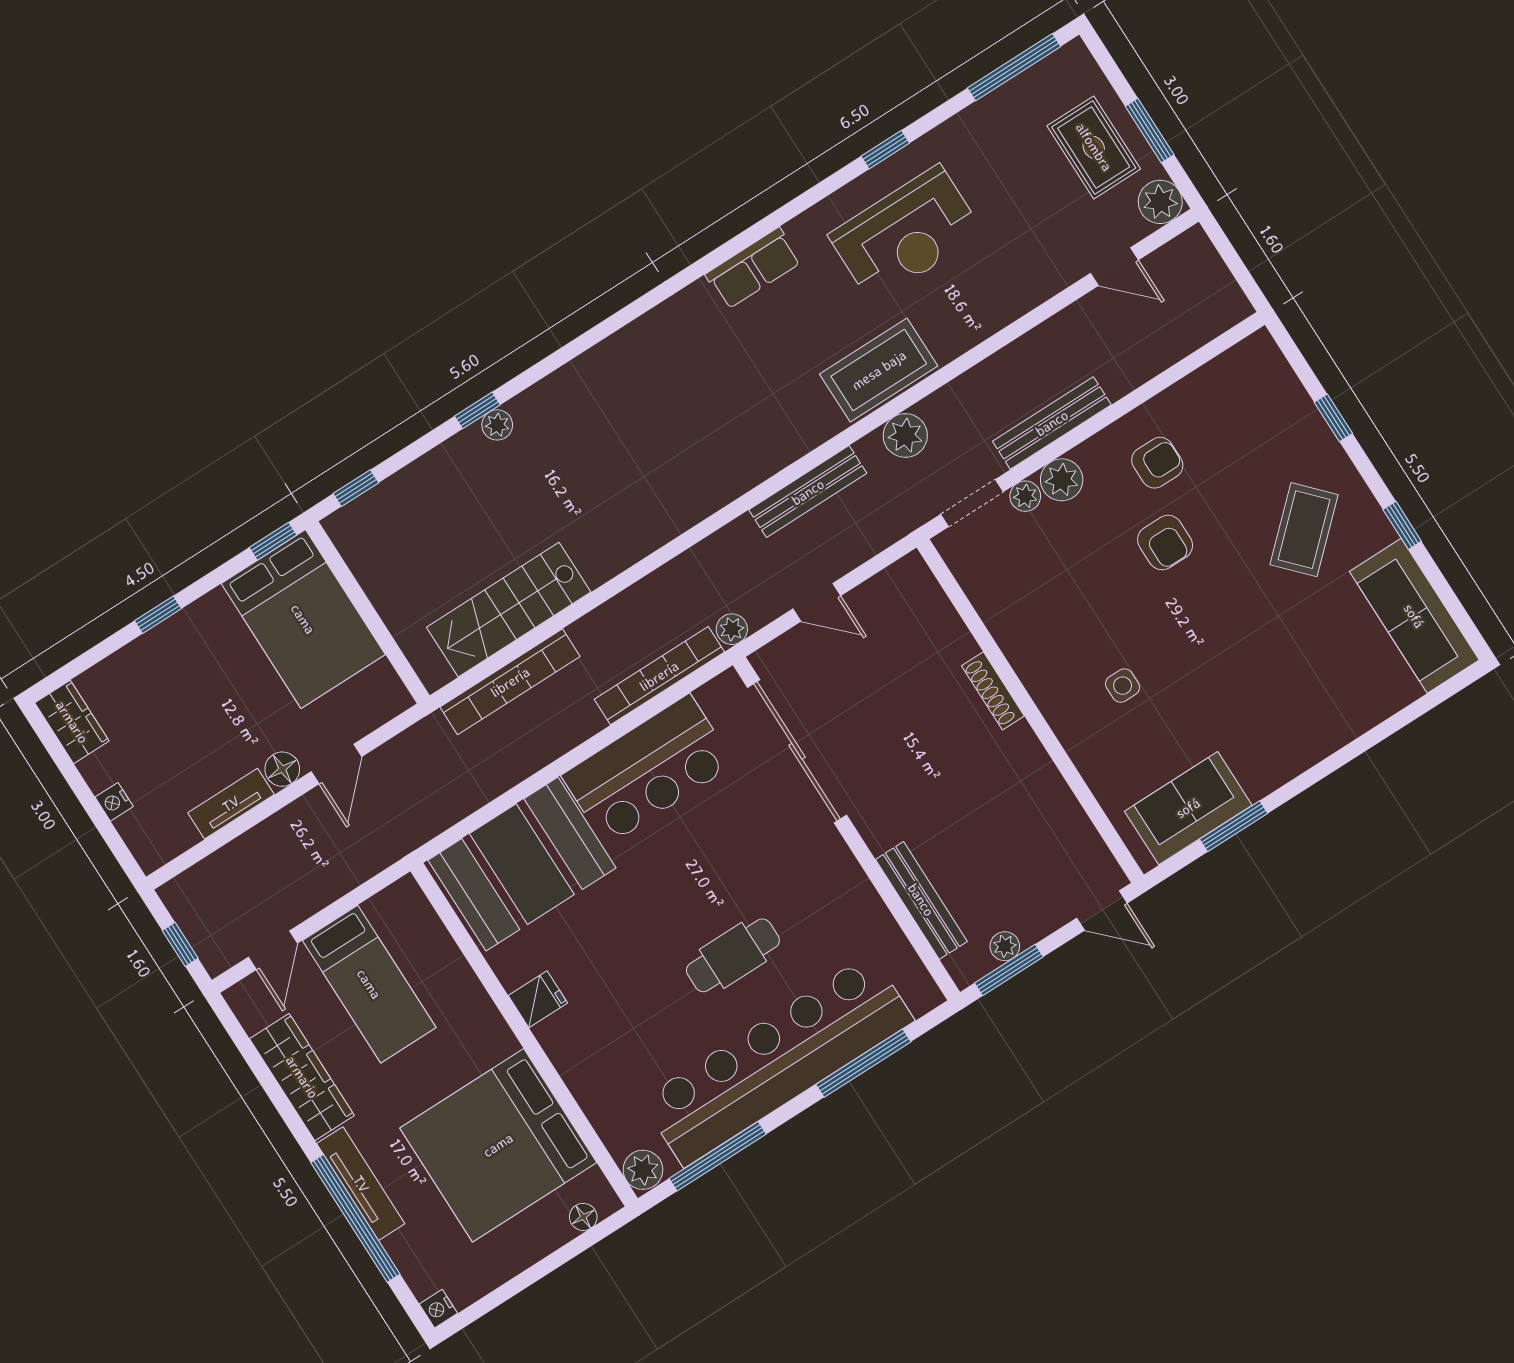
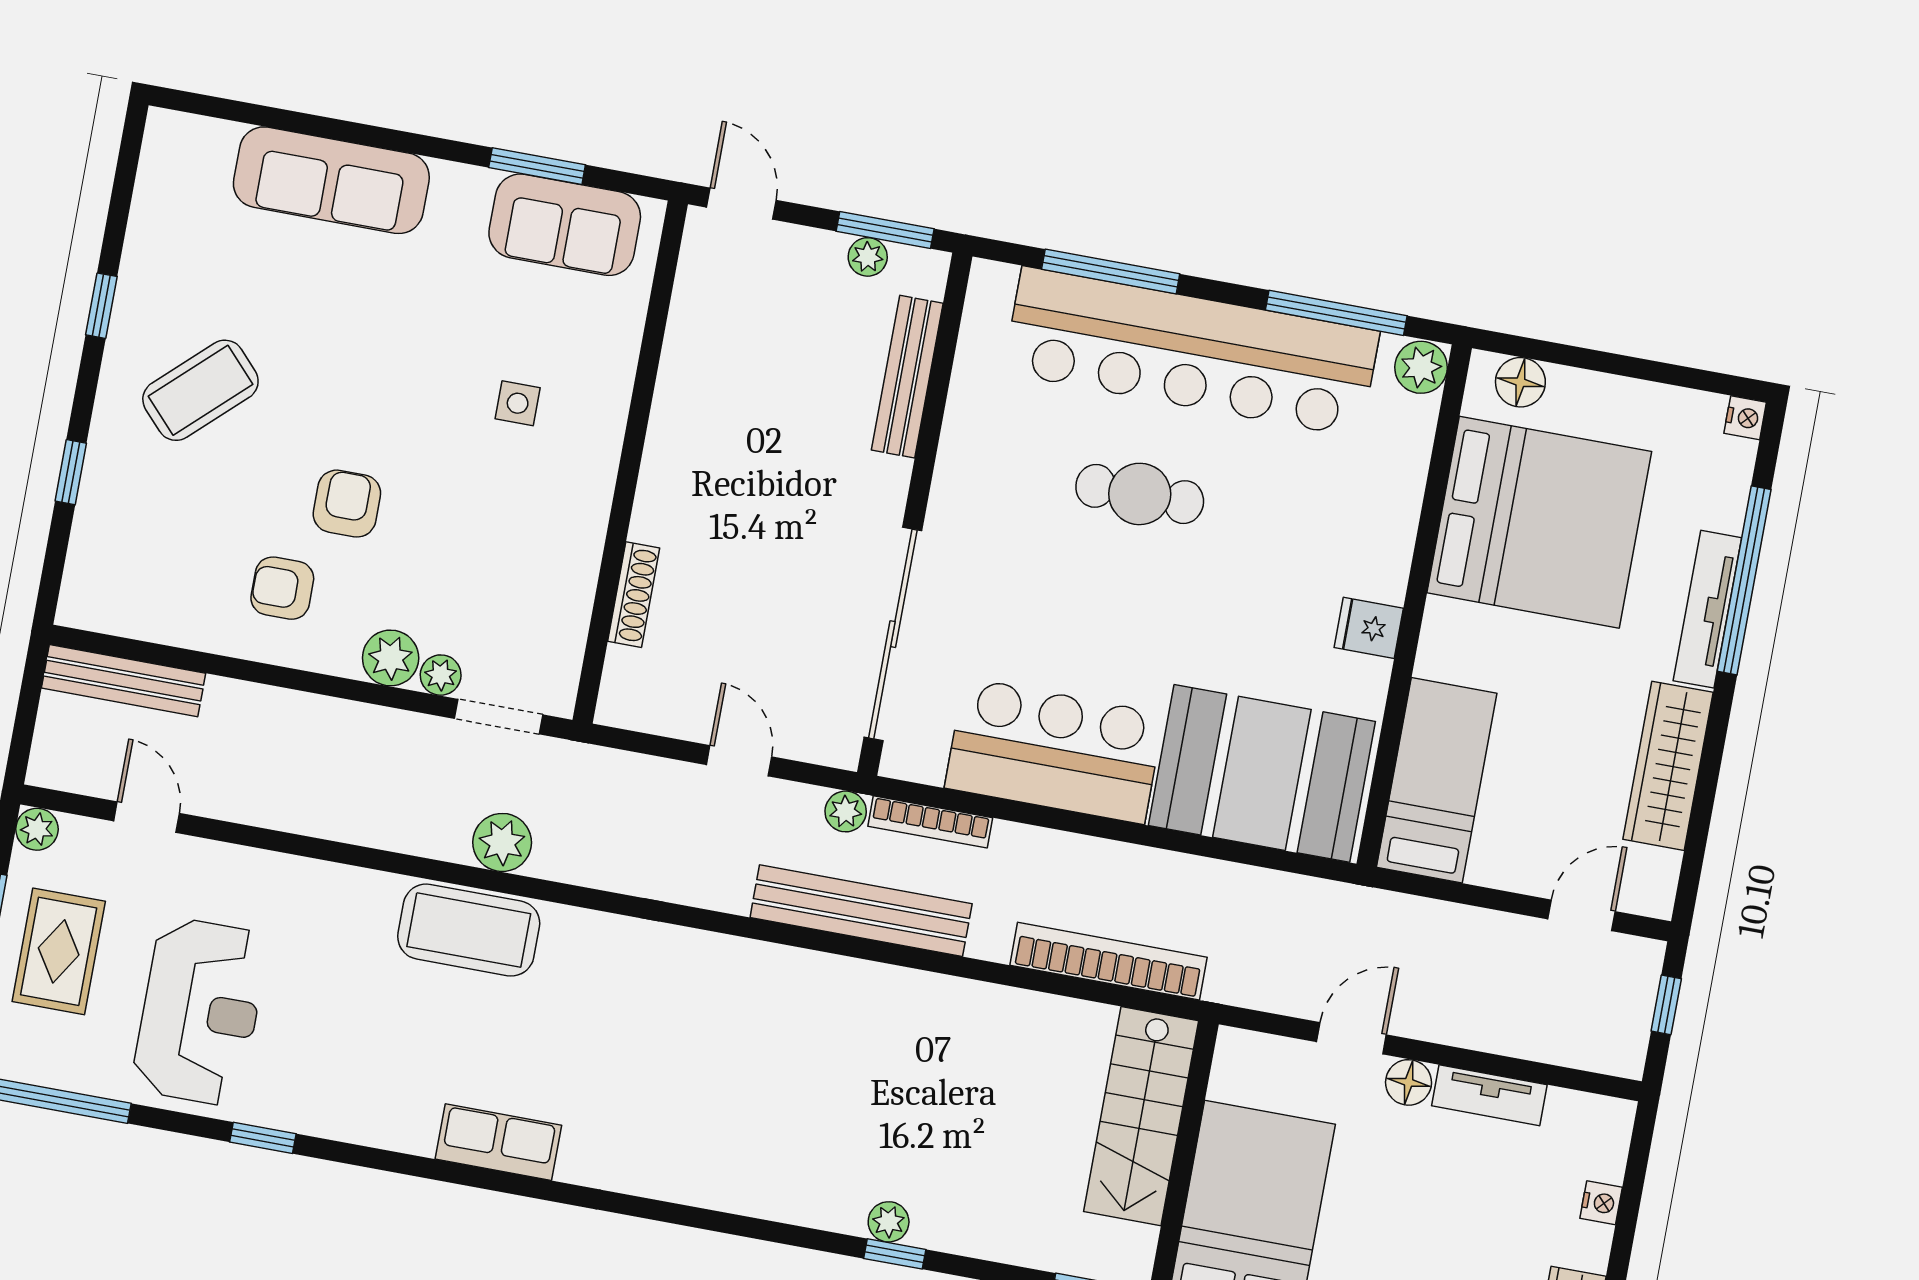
plant: (1160, 202) -> (37, 829), width x0.73, depth x0.73
reception desk: (906, 234) -> (200, 1012), moved, turned 90
bench: (1052, 423) -> (124, 681), moved
bench: (808, 492) -> (861, 911), moved, width x1.37, depth x1.21
stairs: (509, 610) -> (1141, 1116), moved, turned 90
sofa: (1414, 616) -> (331, 180), moved, turned 90
bookcase: (659, 676) -> (930, 822), width x0.68, depth x0.76
shoe rack: (993, 691) -> (634, 595), moved
bed: (369, 984) -> (1437, 780), moved
floor lamp: (583, 1217) -> (1520, 382), width x1.37, depth x1.37

